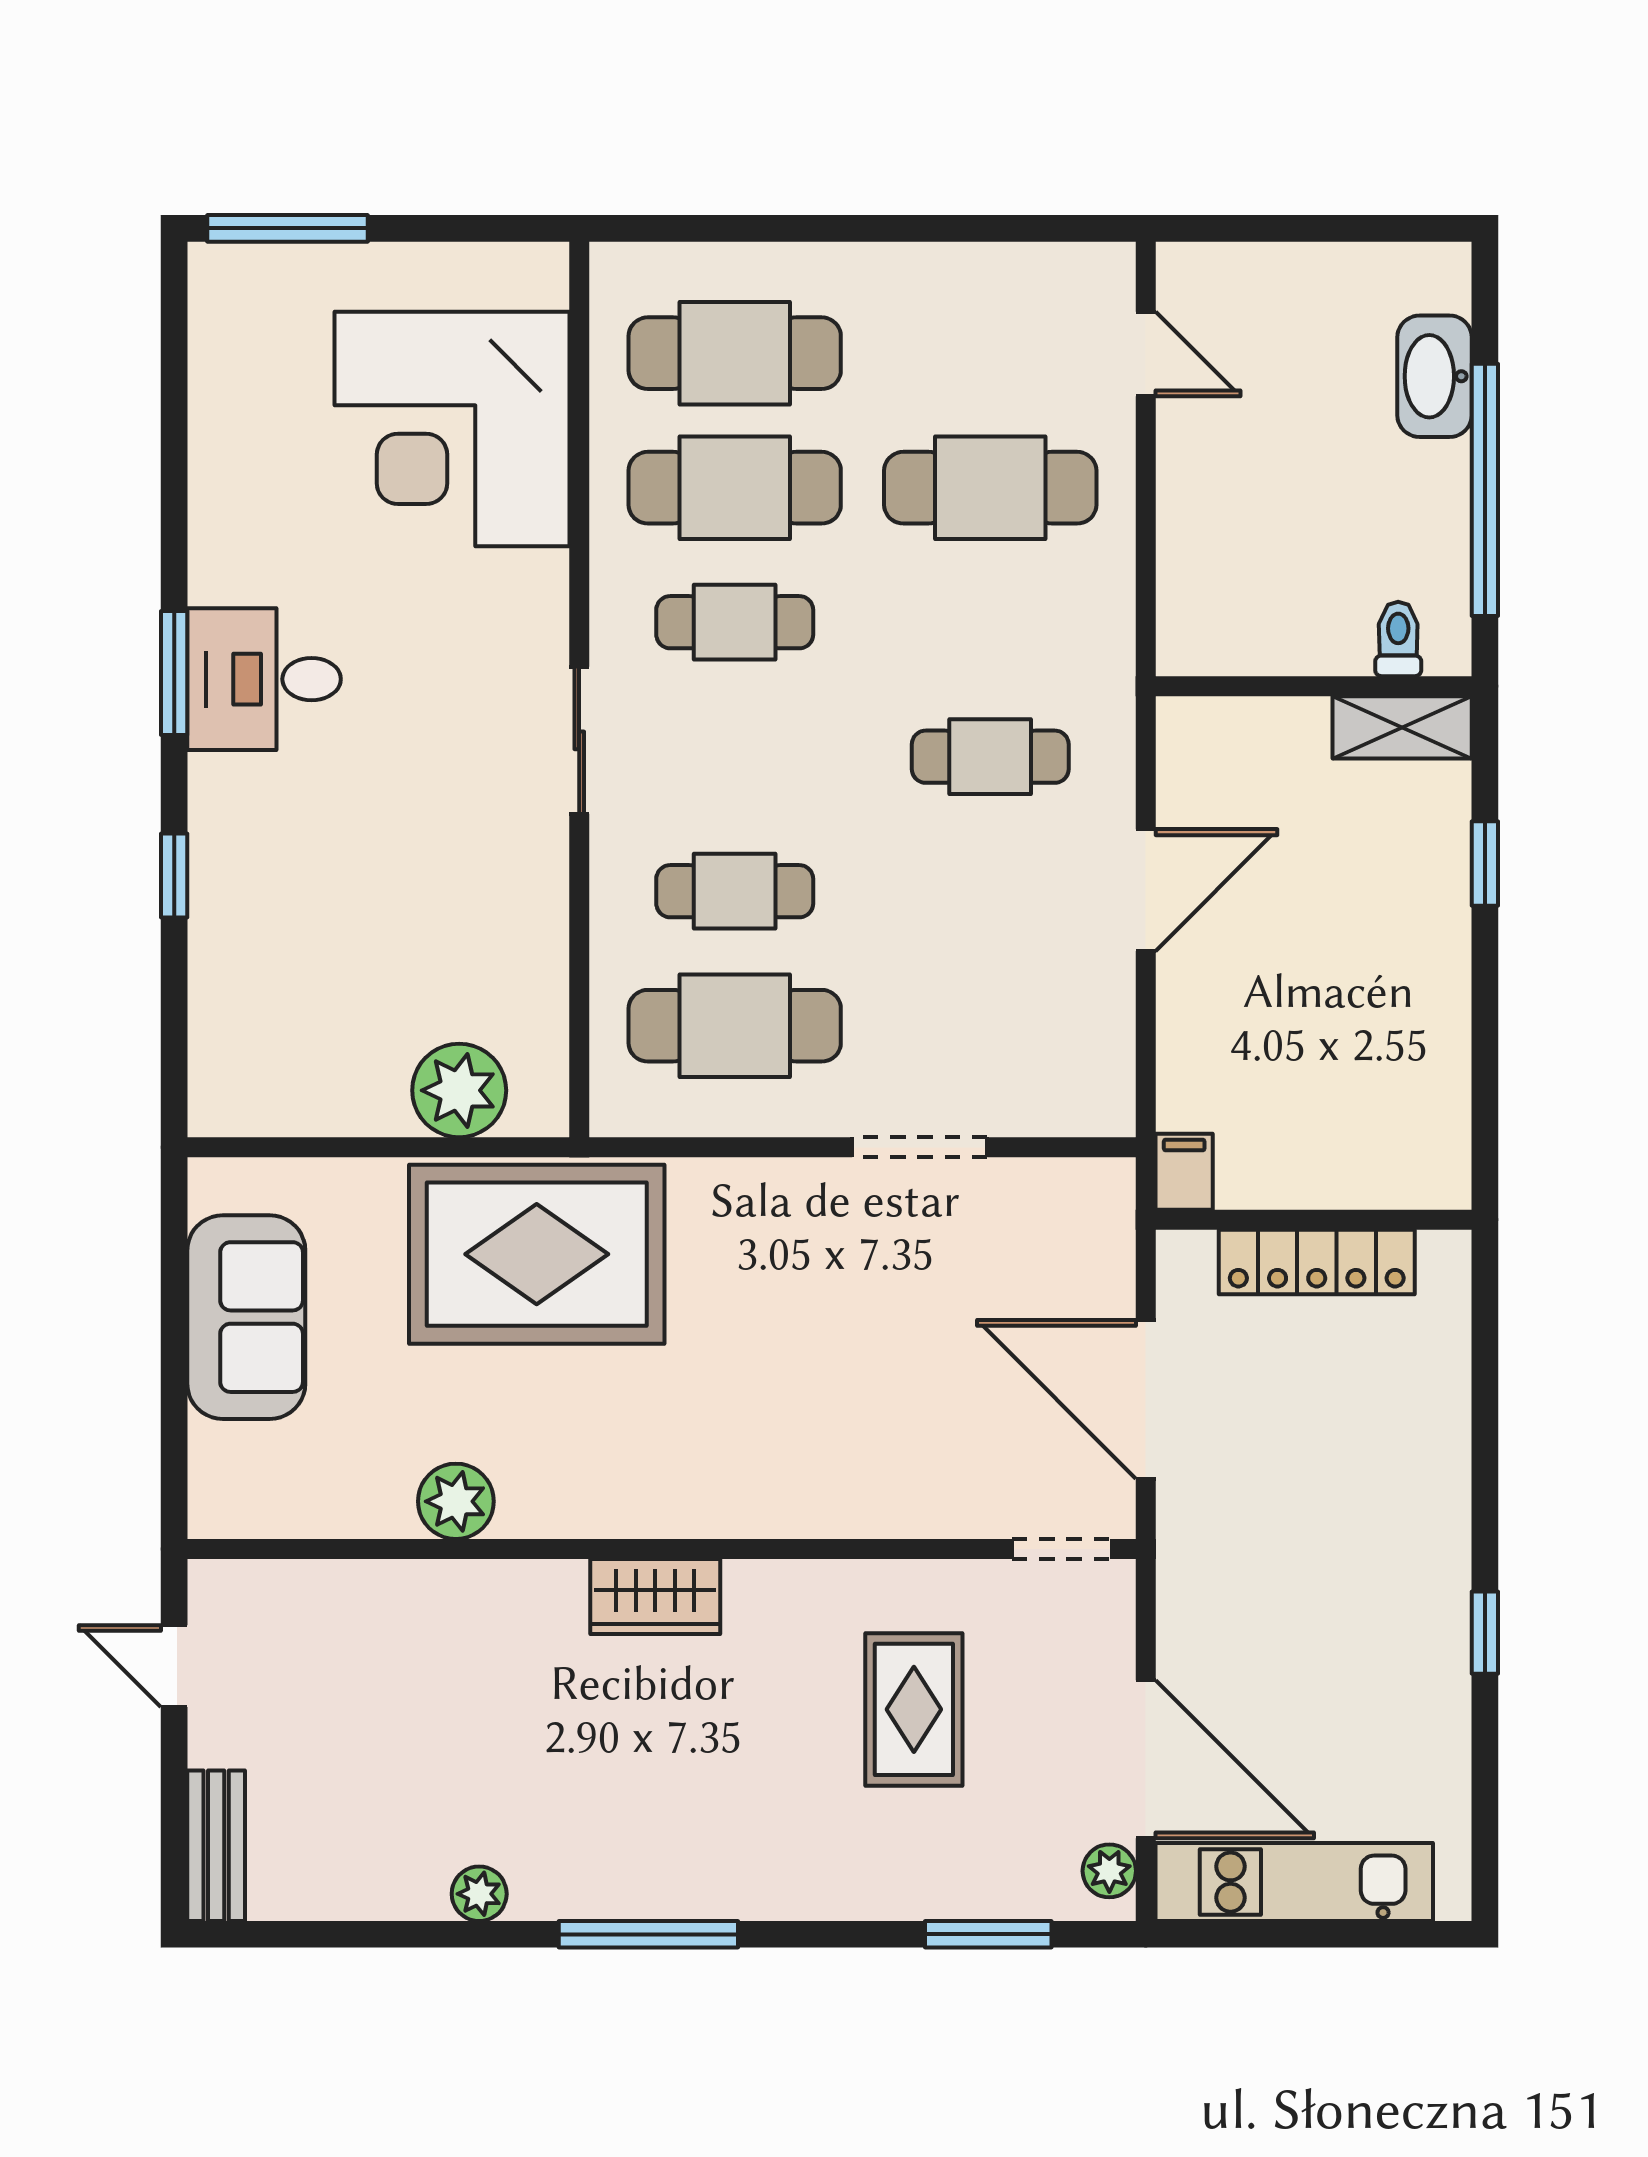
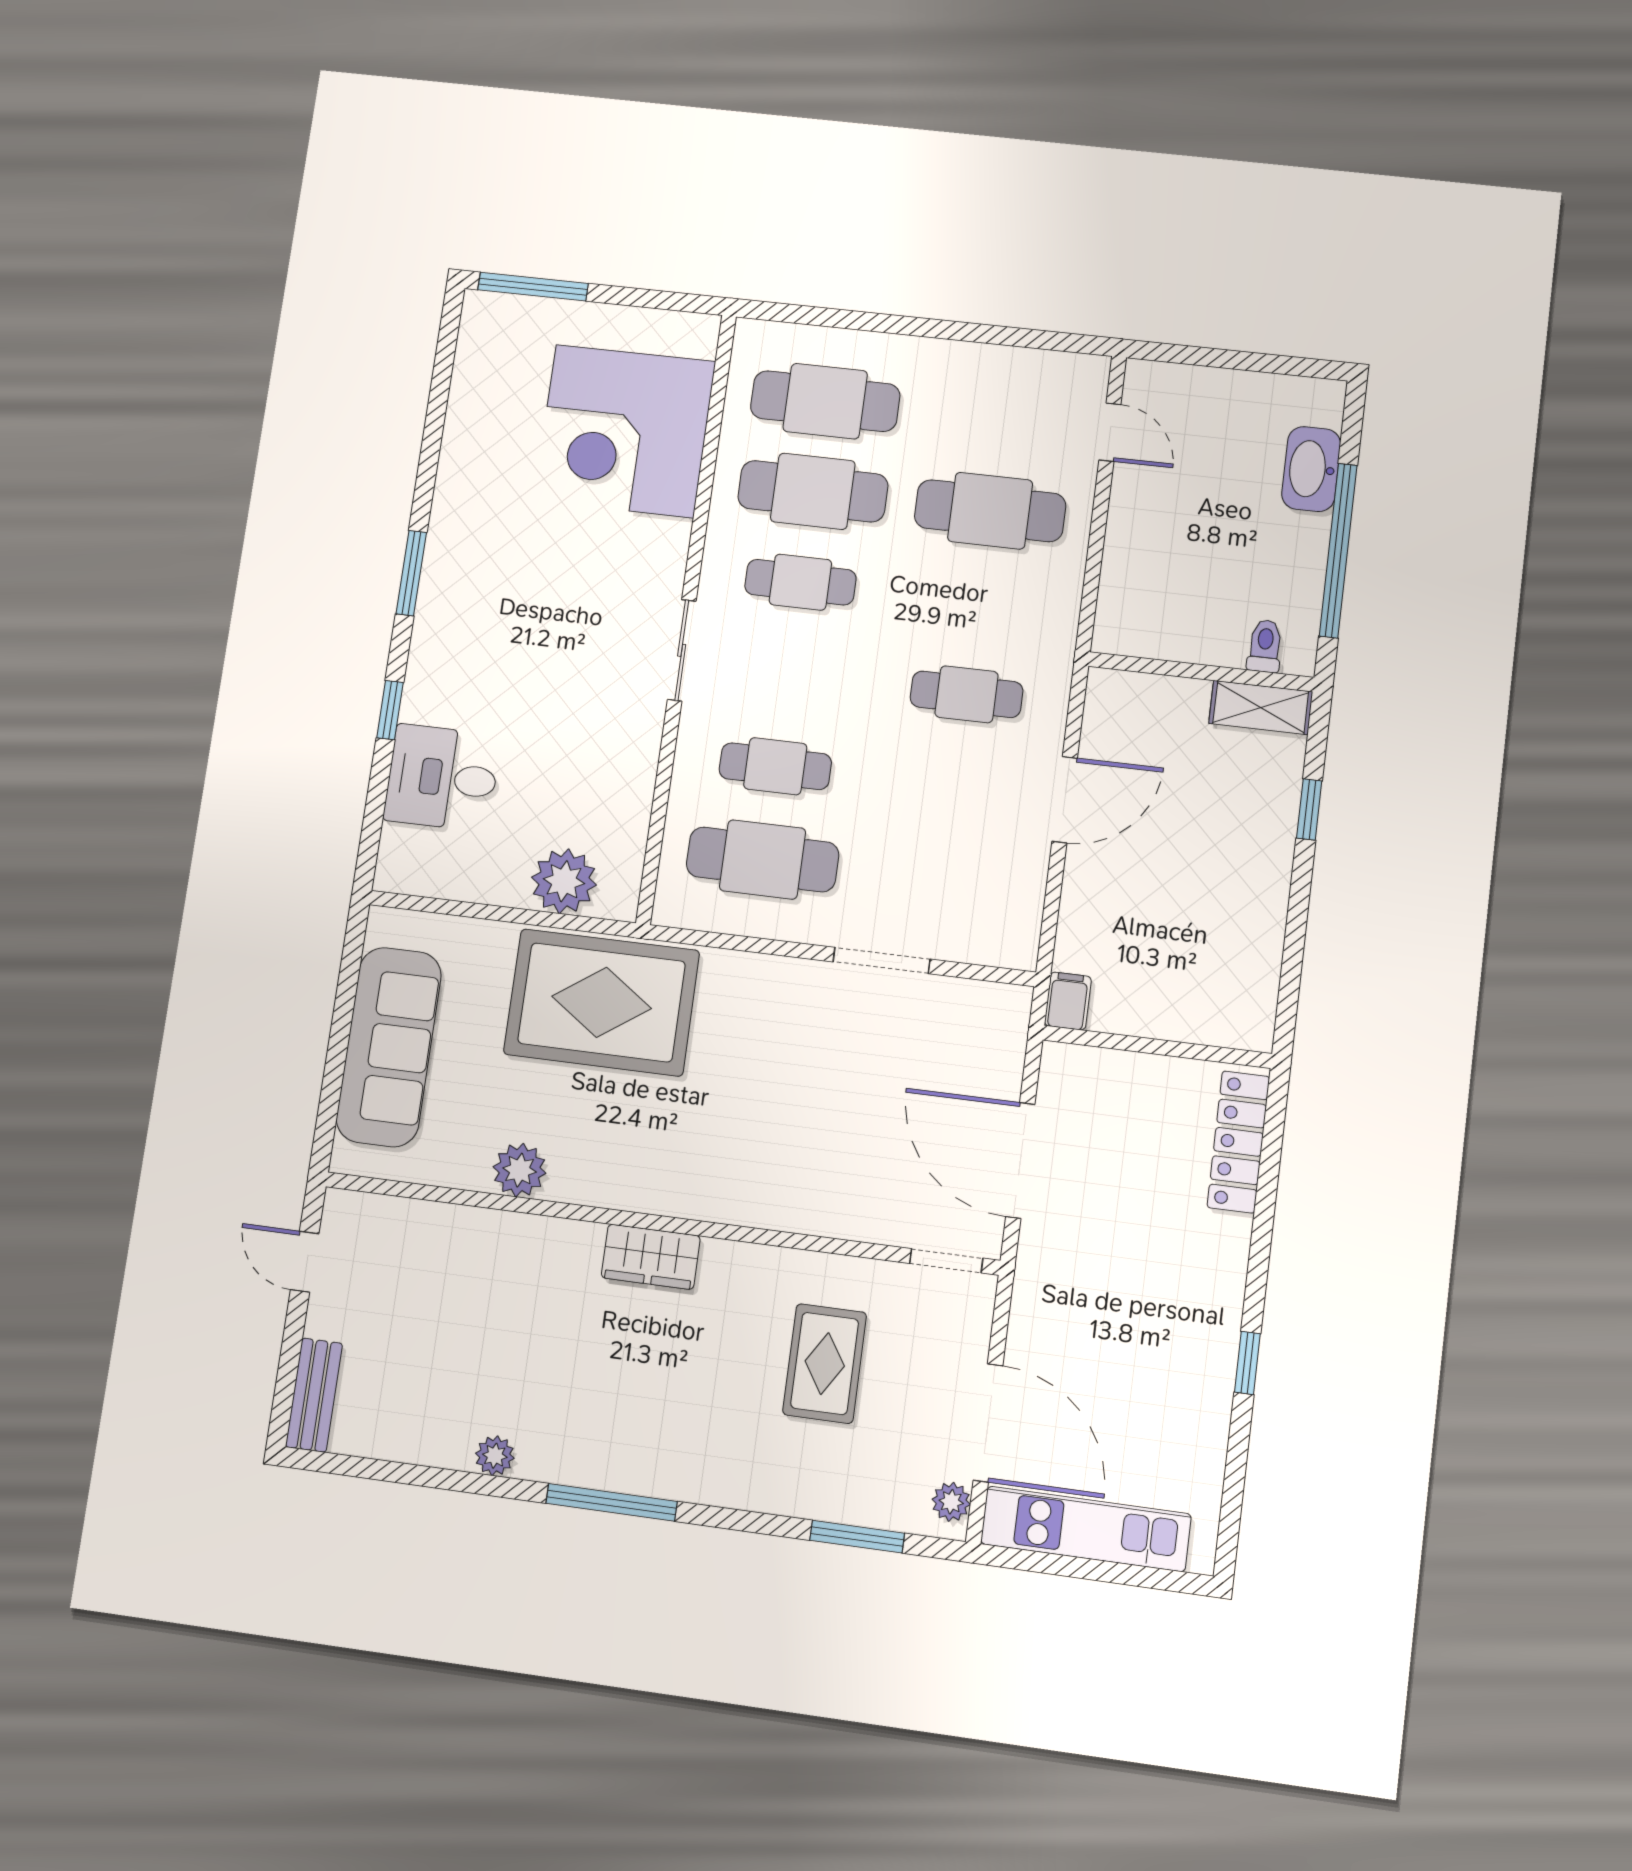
desk: (264, 679) -> (442, 778), moved
locker: (1317, 1262) -> (1238, 1142), moved, turned 90
sofa: (246, 1317) -> (389, 1047), width x1.36

